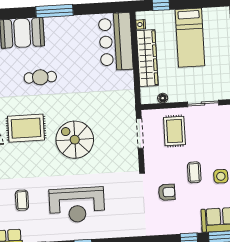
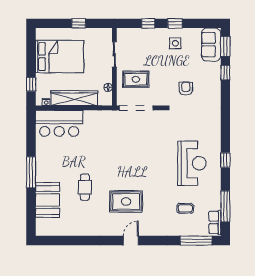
bed: (190, 38) -> (60, 57), width x1.50
rug: (26, 128) -> (126, 201), turned 90
doorway: (140, 133) -> (136, 108), width x1.36
spiral stairs: (75, 140) -> (138, 162), removed
coffee table: (194, 172) -> (171, 65), removed

